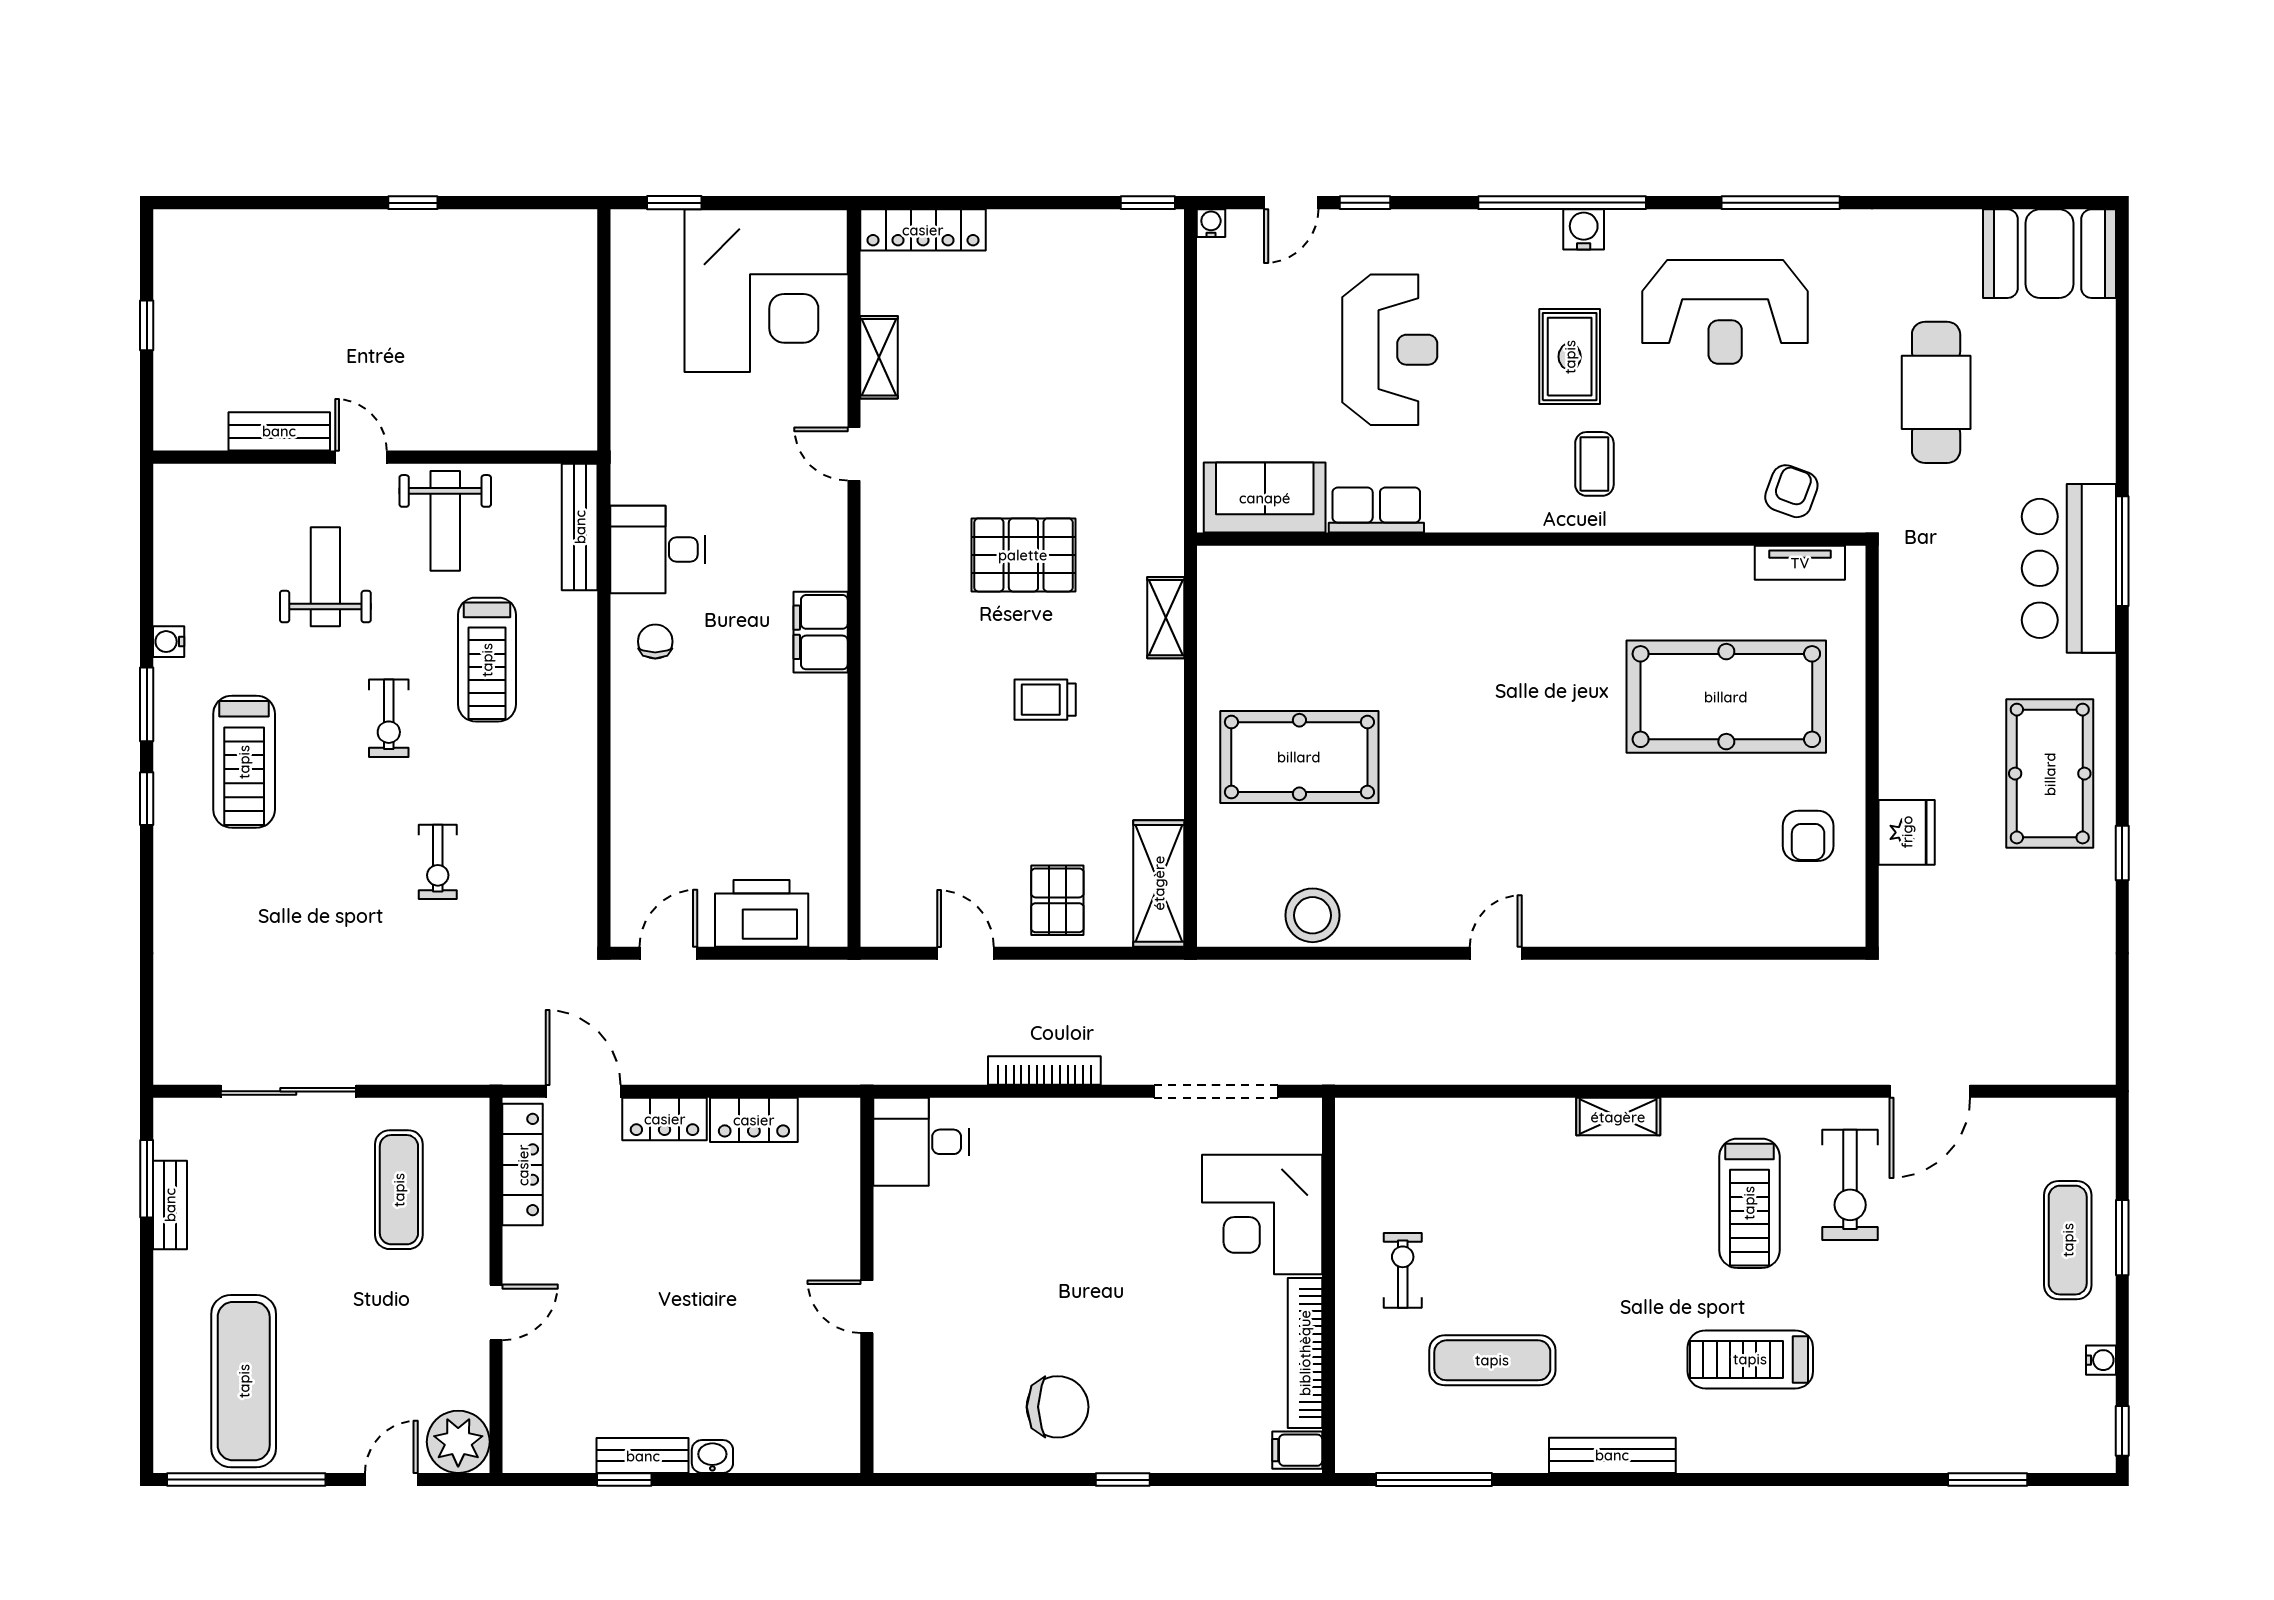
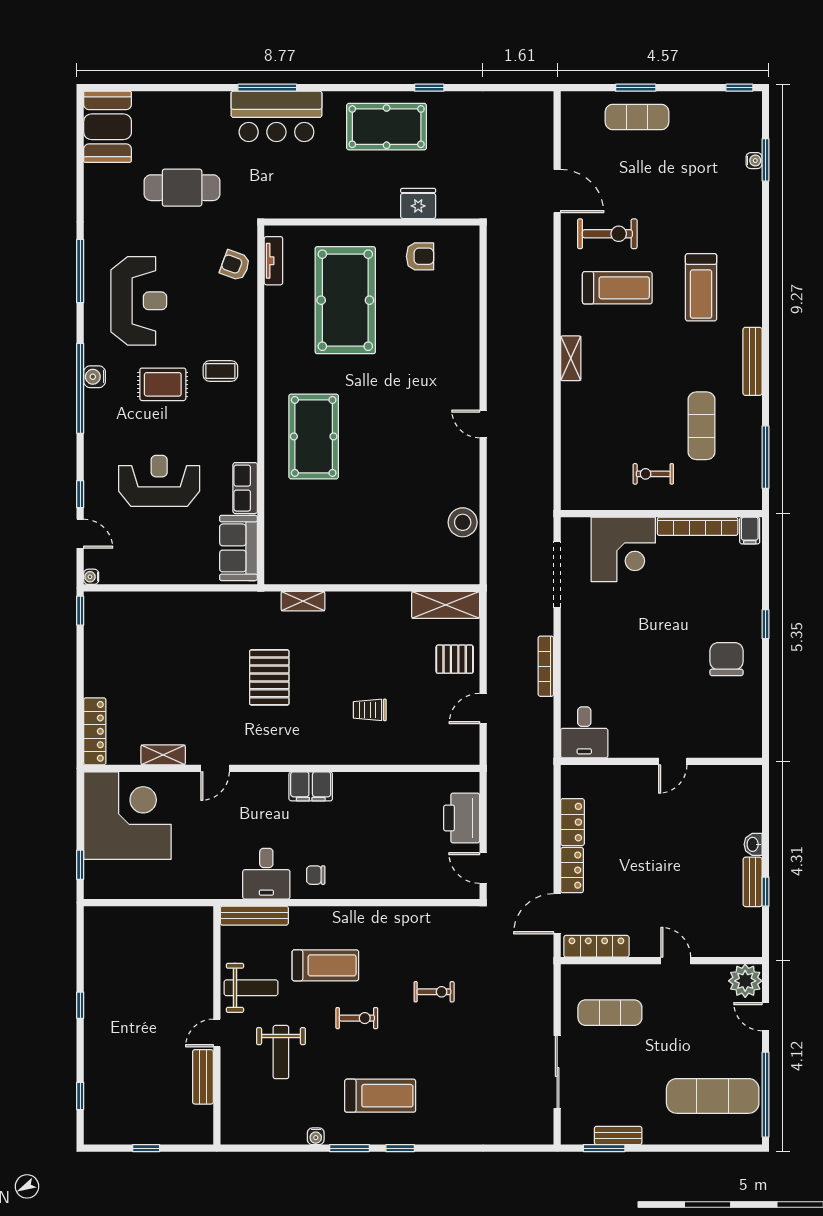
window: (244, 203) -> (80, 1096), added
weight bench: (325, 577) -> (281, 1052), turned -90
trolley: (1045, 700) -> (370, 710), moved, turned 90
pool table: (1299, 757) -> (314, 436), moved
water cooler: (2101, 1360) -> (754, 161), moved, turned 90

